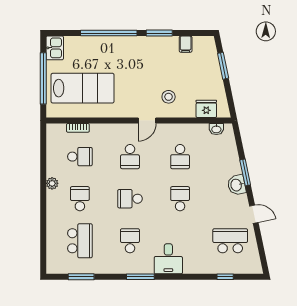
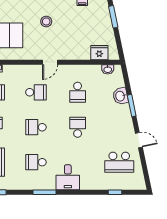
stool: (169, 97) -> (46, 21), moved
school desk: (130, 157) -> (36, 92), turned -90
washbasin: (237, 185) -> (120, 96), moved
school desk: (130, 241) -> (36, 162), turned -90
school desk: (230, 241) -> (119, 162), turned 180

